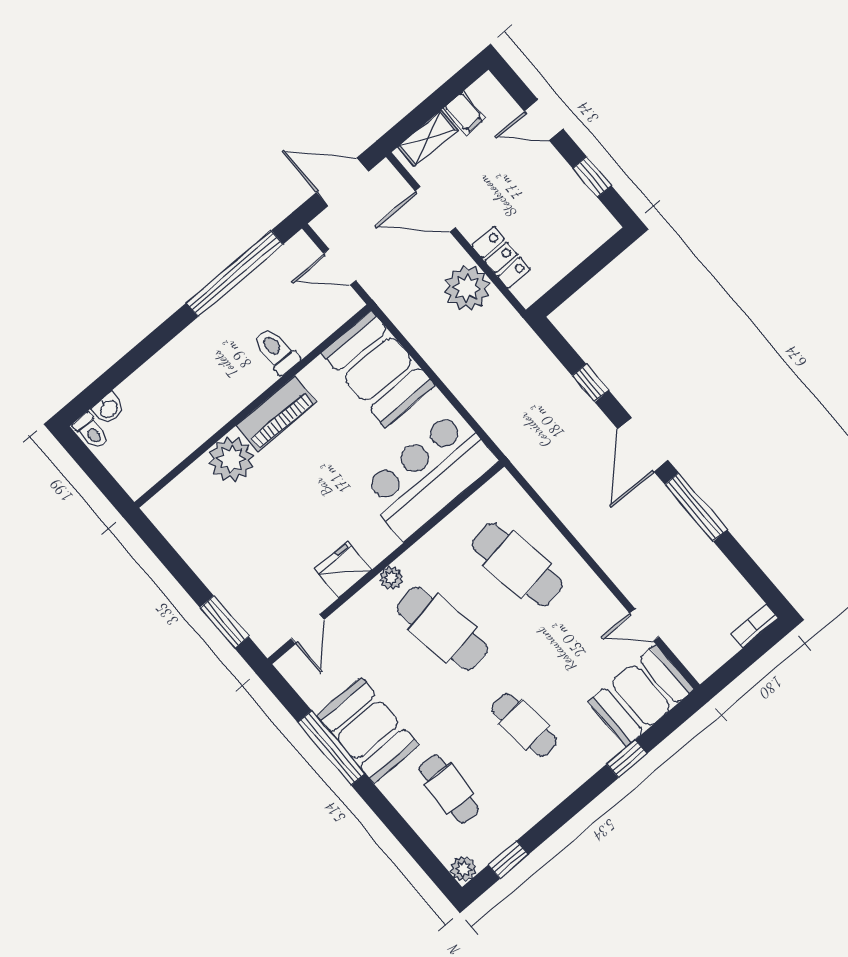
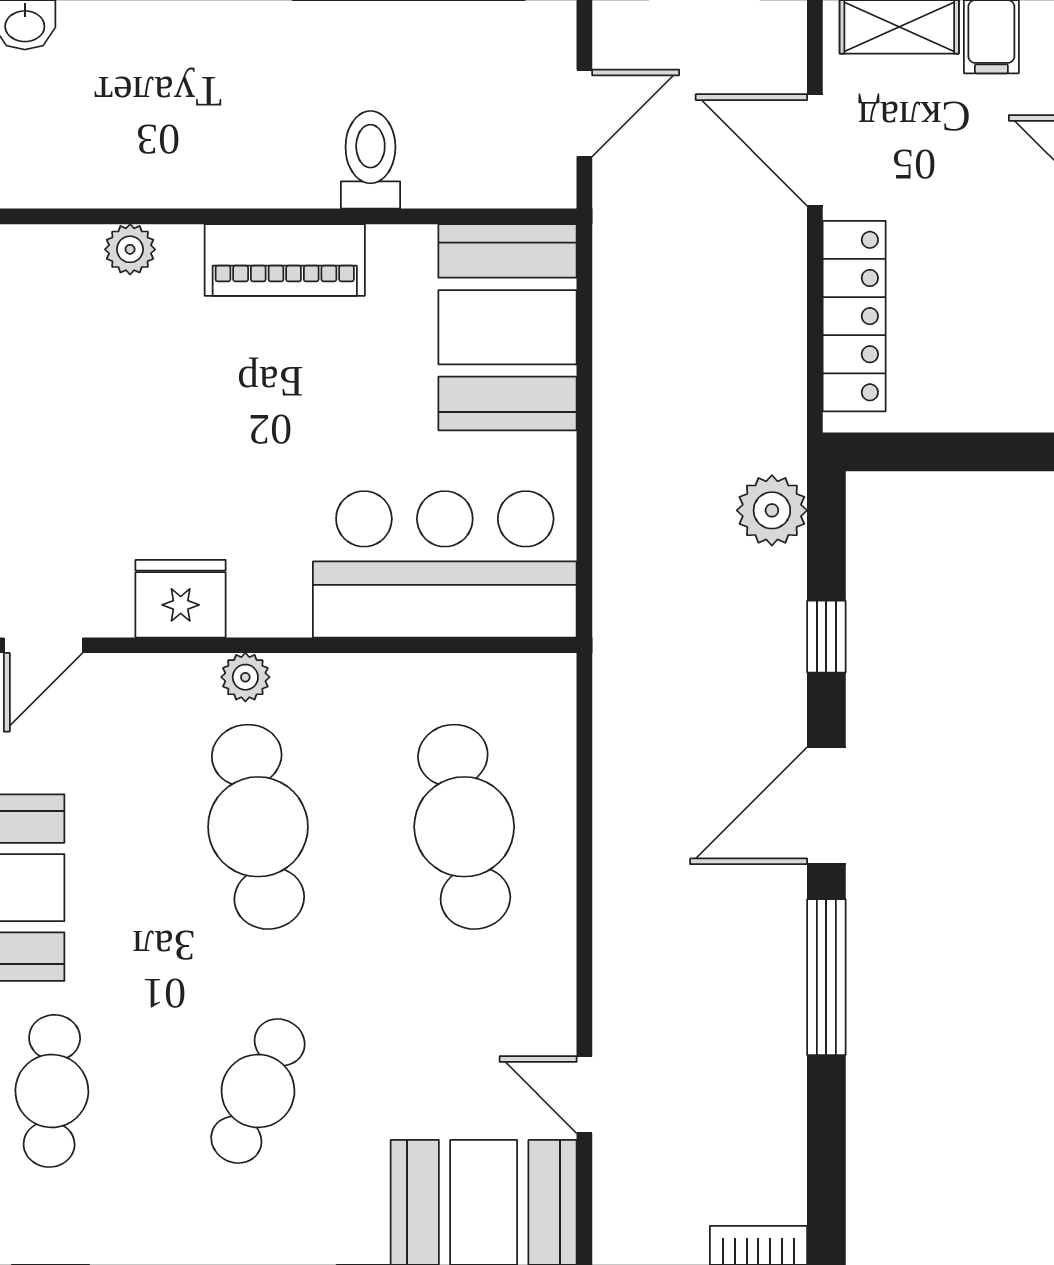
locker: (501, 258) -> (854, 316), width x1.53
door: (340, 267) -> (584, 113), swing flipped
plant: (467, 288) -> (772, 510), moved, width x0.73, depth x0.73
plant: (231, 459) -> (130, 249), width x0.53, depth x0.53
cafe table: (524, 725) -> (258, 1091), turned 30

